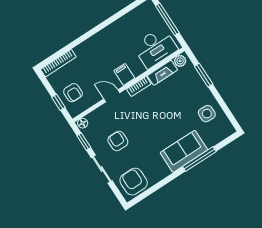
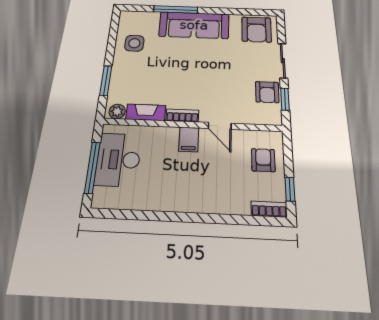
desk: (155, 48) -> (118, 160), moved, turned -90
bookcase: (58, 63) -> (269, 209), width x0.64
window: (58, 102) -> (290, 189), moved
floor lamp: (83, 123) -> (274, 119), removed
armchair: (118, 141) -> (267, 92), moved
sofa: (184, 151) -> (194, 25), width x1.36

